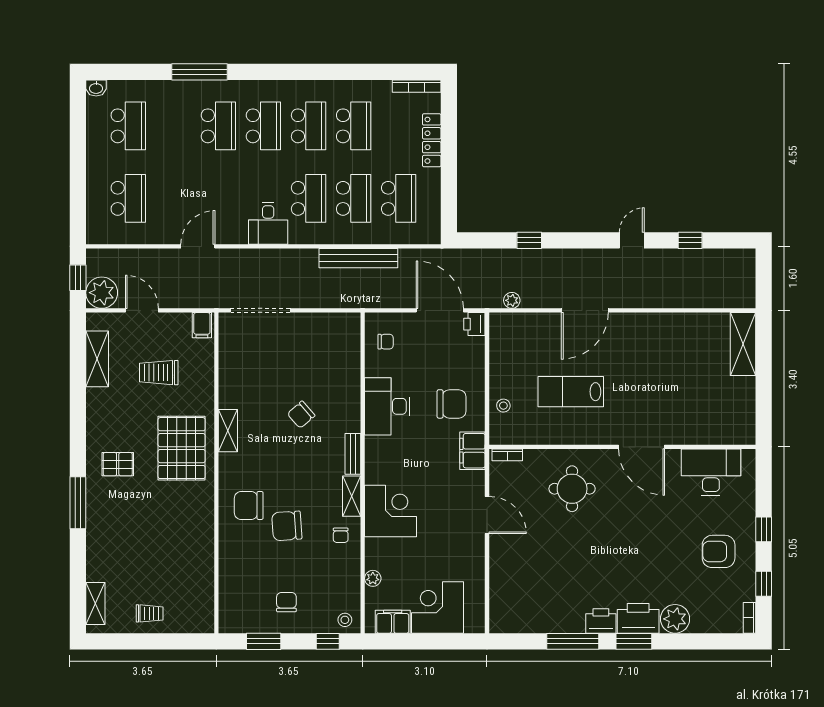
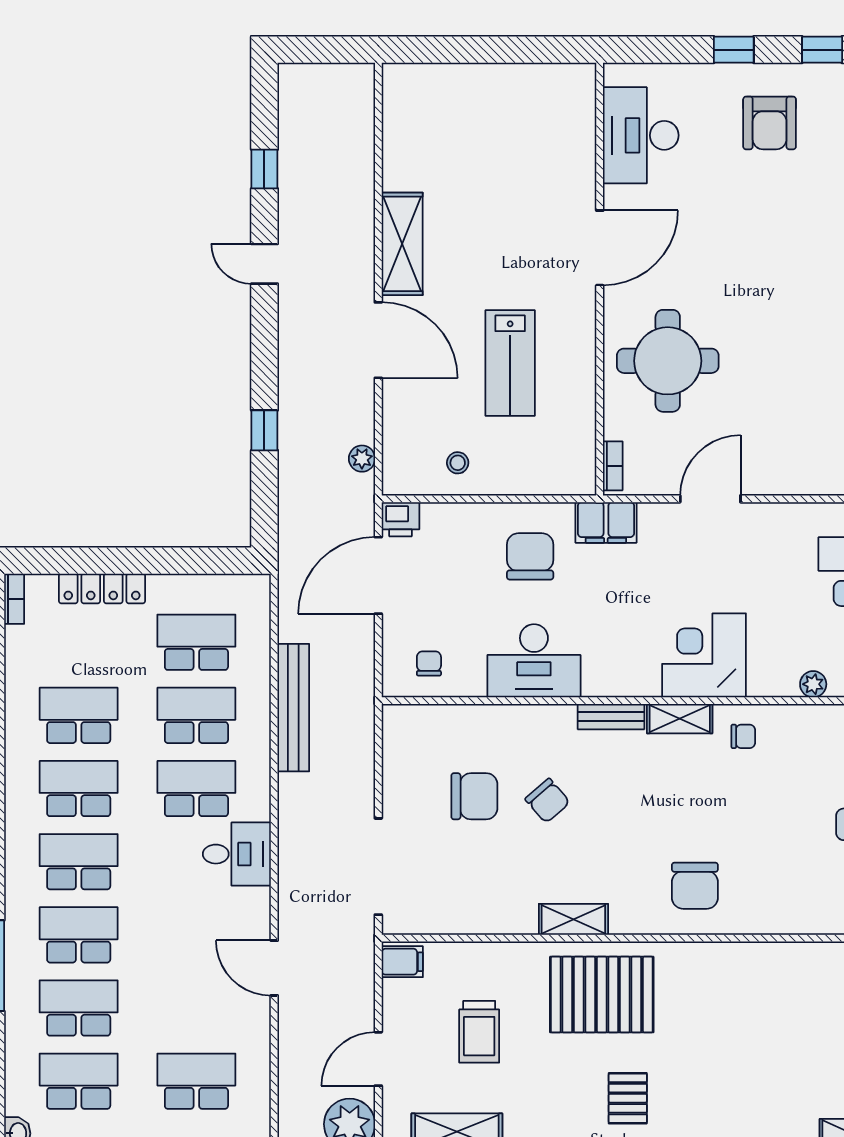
bookcase: (417, 86) -> (14, 599), width x0.64
school desk: (173, 126) -> (79, 1008), added
shelving: (743, 344) -> (402, 244), moved, turned 90
stool: (503, 406) -> (458, 463), moved
round table: (572, 489) -> (668, 361), width x1.36, depth x1.36
chair: (287, 526) -> (474, 796), moved, turned -86

